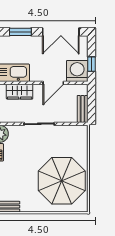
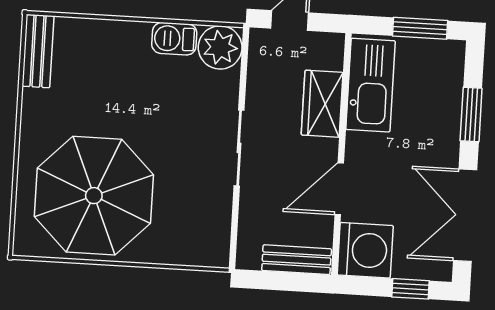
window: (91, 64) -> (411, 289), moved
door: (53, 83) -> (339, 189), hinge flipped
bench: (83, 109) -> (297, 260), moved

